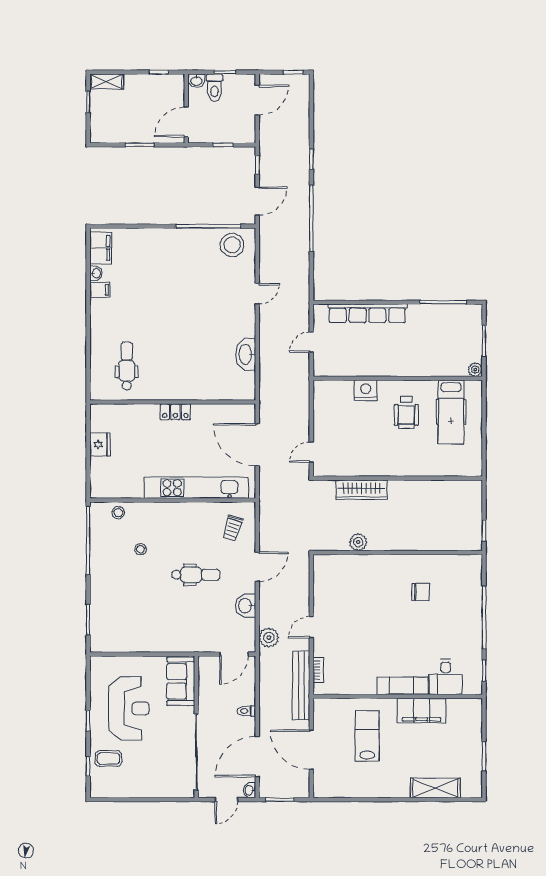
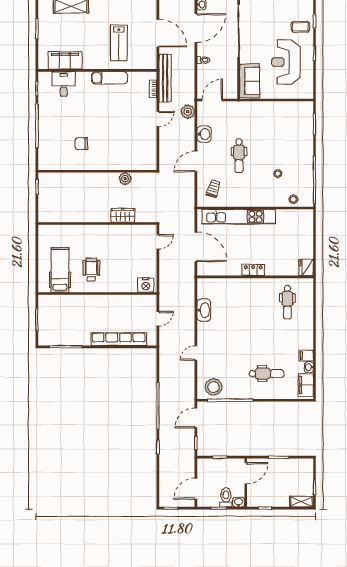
dental chair: (157, 264) -> (266, 374), added
plant: (475, 370) -> (43, 300), removed
nightstand: (366, 390) -> (146, 285), moved
fridge: (100, 444) -> (306, 267), moved
wardrobe: (361, 490) -> (123, 215), width x0.67
dental chair: (196, 575) -> (239, 156), turned -90
exam couch: (403, 686) -> (110, 78), moved
filing cabinet: (422, 711) -> (65, 60), moved

